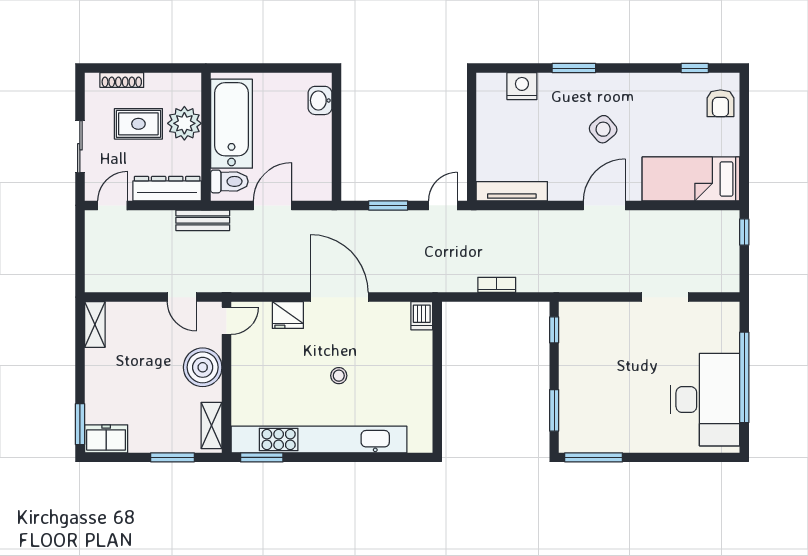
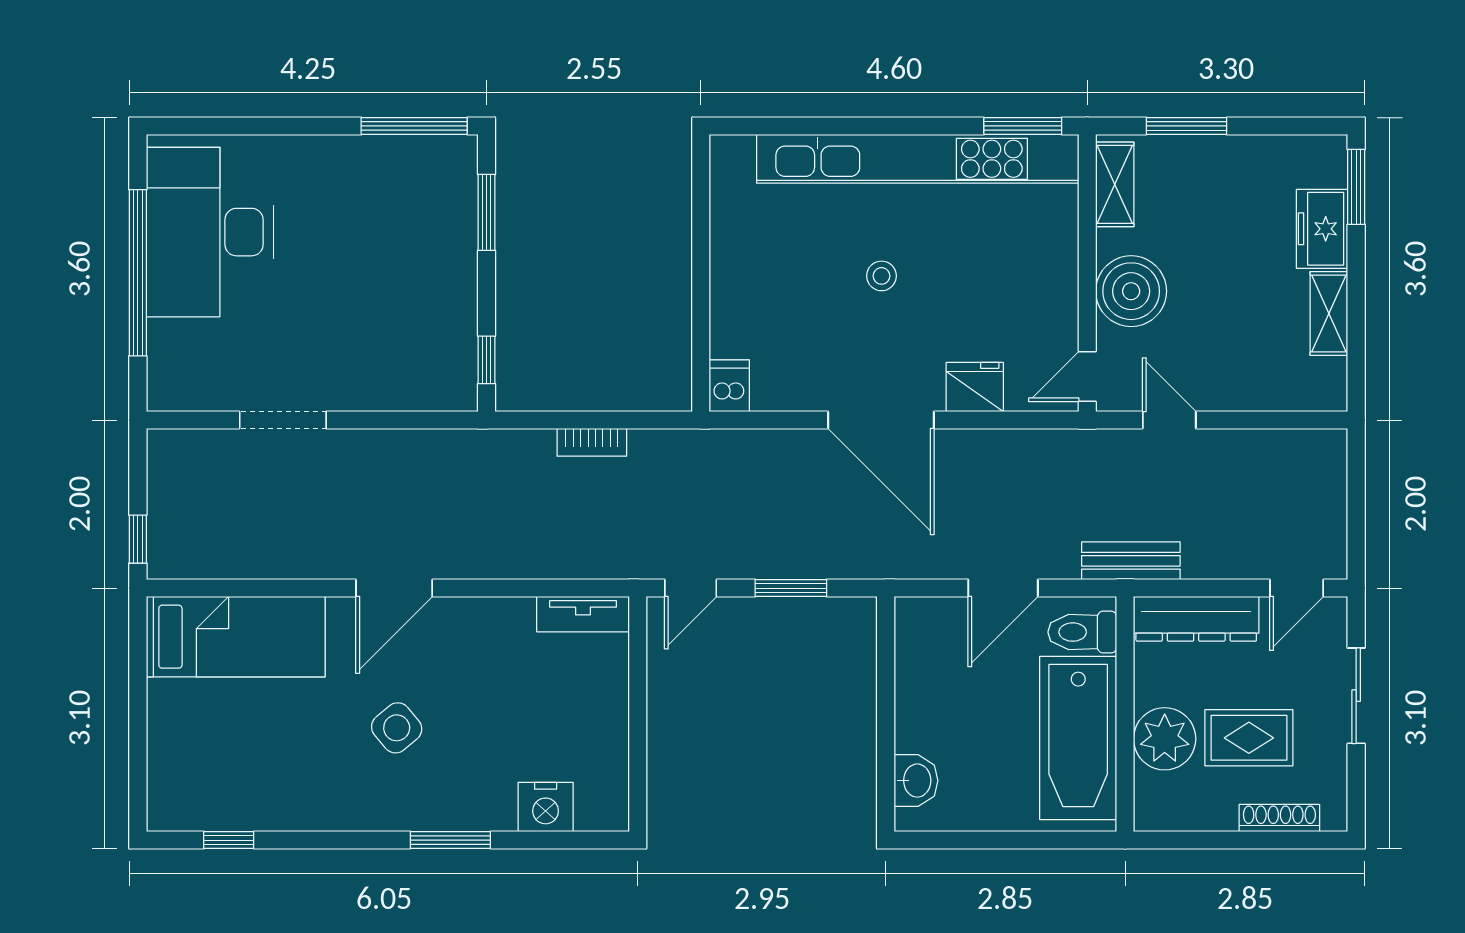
armchair: (720, 103) -> (181, 775), removed
tv unit: (512, 191) -> (583, 614), width x0.71
shelving: (95, 324) -> (1329, 314), moved
freezer: (106, 439) -> (1322, 229), moved, turned 90

